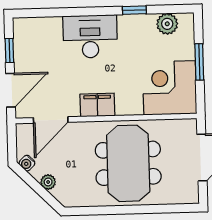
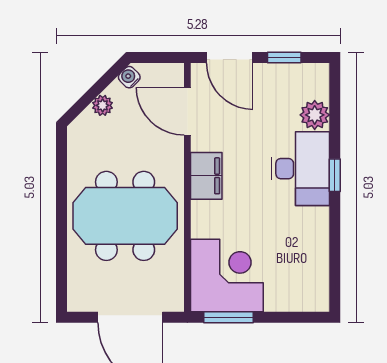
window: (134, 10) -> (335, 175), moved
plant: (167, 24) -> (315, 115), moved
window: (199, 62) -> (229, 317), moved

